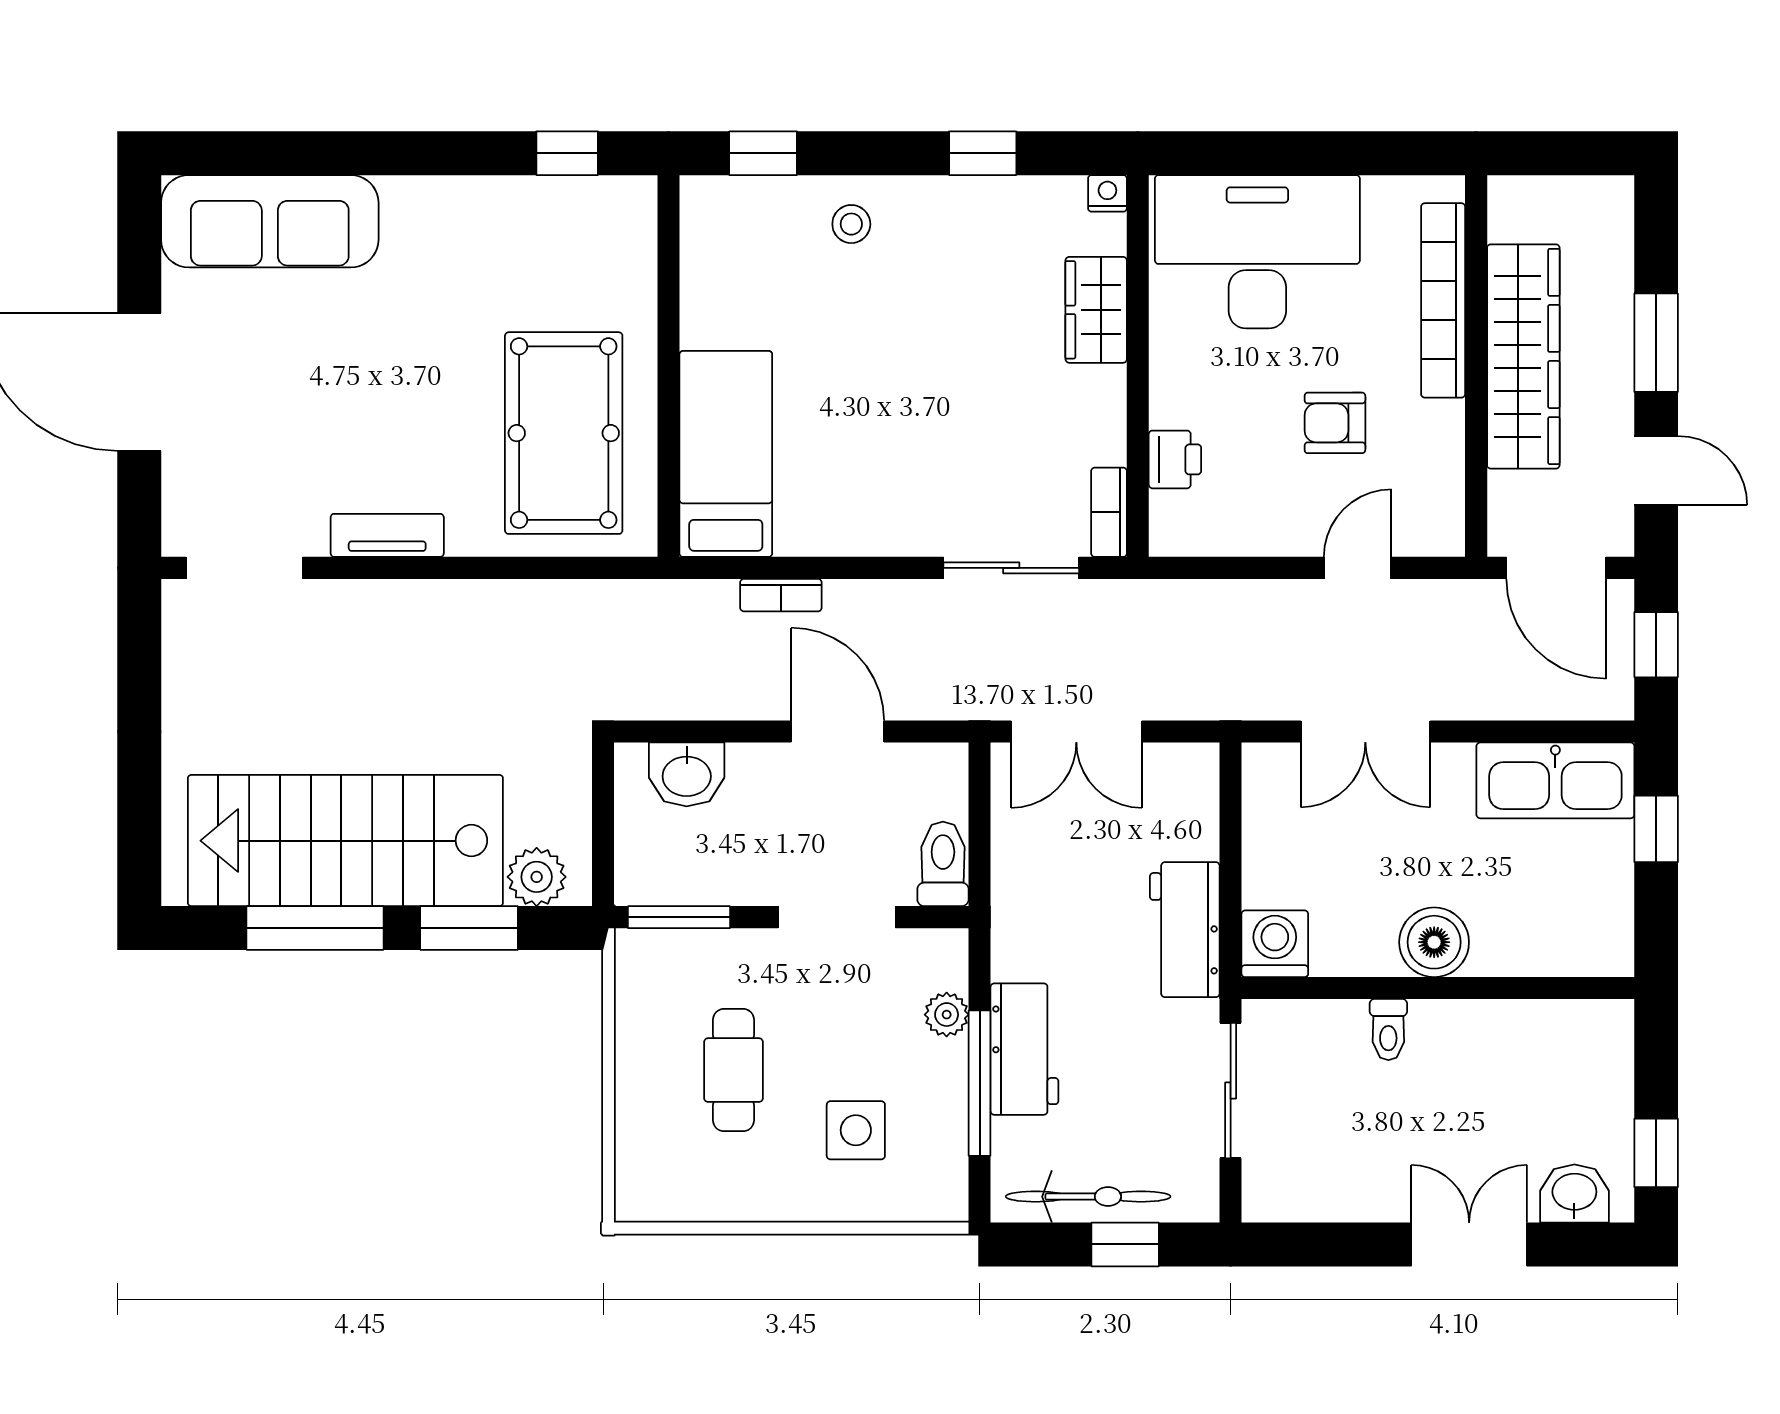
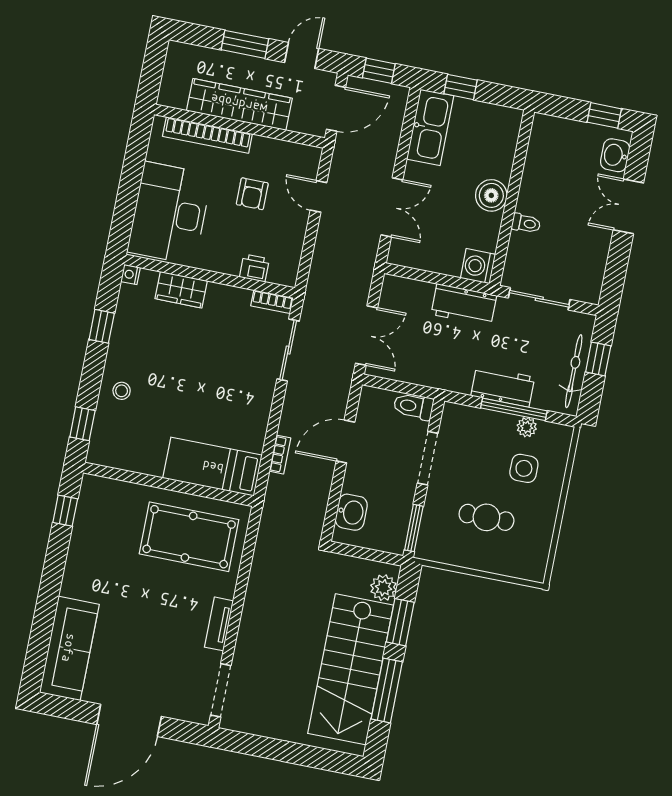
plant: (947, 1015) -> (527, 427), moved

